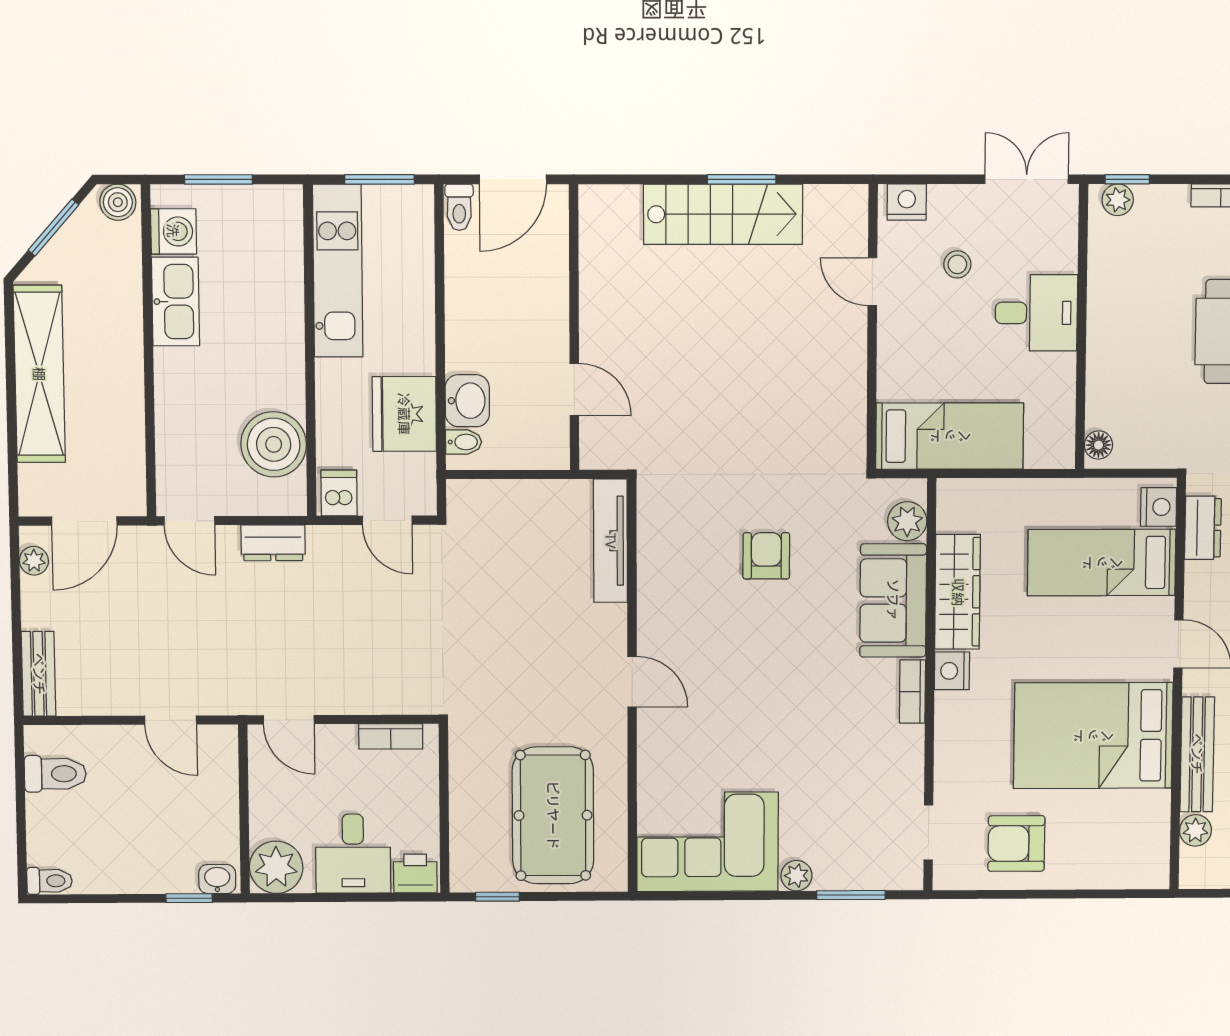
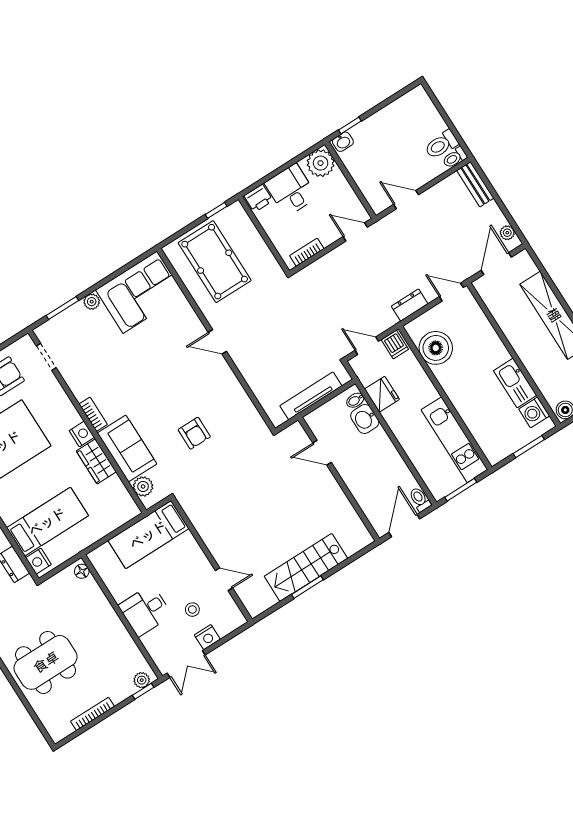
nightstand: (907, 202) -> (207, 637), moved
fridge: (404, 414) -> (382, 394), width x0.73, depth x0.75
tv unit: (610, 541) -> (311, 396), moved, turned -90
wardrobe: (958, 592) -> (96, 461), width x0.67
toilet: (50, 881) -> (455, 158), moved

